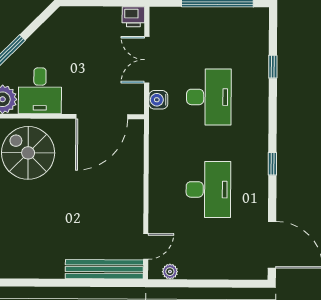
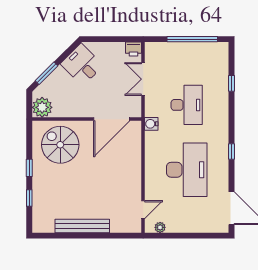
desk: (40, 91) -> (82, 65), moved, turned 135
water cooler: (158, 100) -> (151, 124), moved
desk: (208, 189) -> (187, 170), width x1.36, depth x1.30
bench: (104, 269) -> (82, 226), moved

